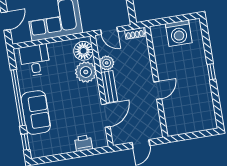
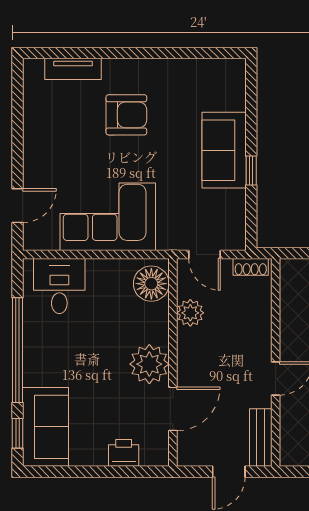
plant: (86, 72) -> (149, 364), moved
bench: (109, 87) -> (261, 438), moved
sofa: (36, 112) -> (46, 427), moved

